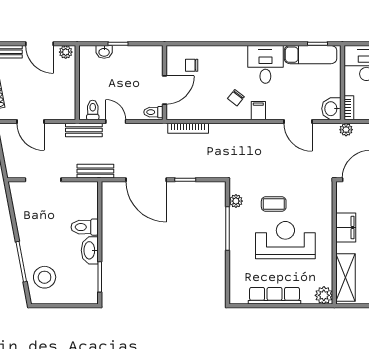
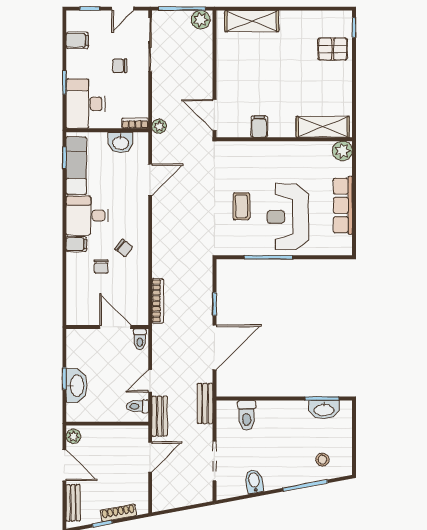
door: (39, 44) -> (64, 465), hinge flipped
washbasin: (104, 52) -> (76, 386), width x1.91, depth x1.45
chair: (192, 65) -> (101, 267), moved
washbasin: (331, 109) -> (121, 143), moved
filing cabinet: (258, 111) -> (76, 244), moved, turned 180
door: (30, 121) -> (150, 457), moved
plant: (236, 201) -> (238, 248), removed
bidet: (25, 215) -> (254, 481), added
toilet: (85, 227) -> (247, 415), moved
filing cabinet: (346, 228) -> (259, 127), width x0.50
reception desk: (285, 240) -> (288, 217), moved
washbasin: (90, 250) -> (324, 410), moved
stool: (45, 277) -> (322, 460), width x0.53, depth x0.53

